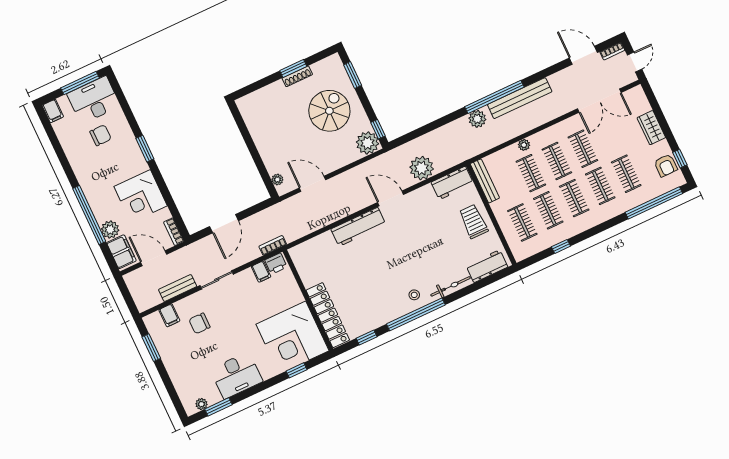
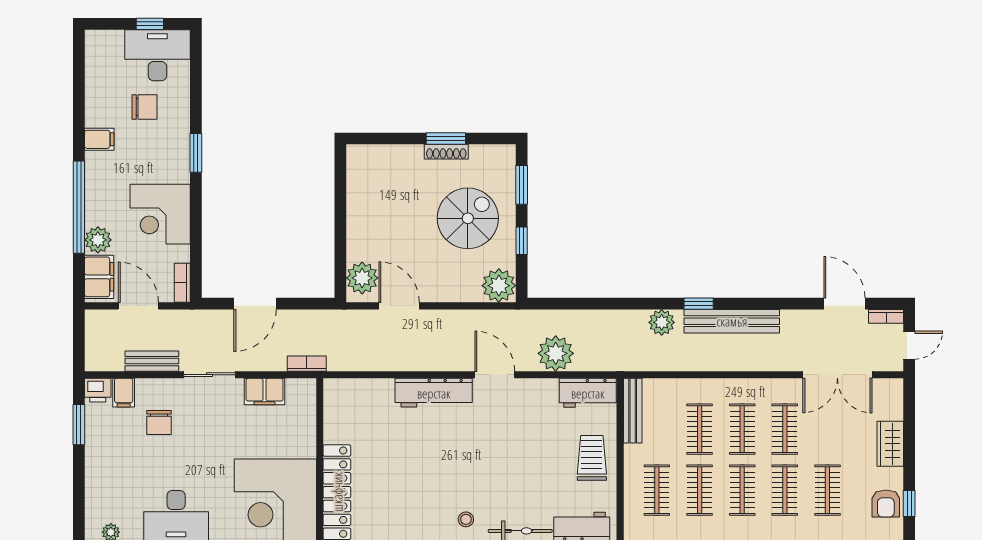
window: (80, 83) -> (150, 24), width x0.46
window: (494, 97) -> (699, 304), width x0.32
filing cabinet: (53, 111) -> (99, 139), moved, turned -90
window: (378, 129) -> (522, 241), moved
plant: (524, 145) -> (708, 387), removed
plant: (277, 179) -> (362, 278), width x1.87, depth x1.87
printer: (276, 264) -> (98, 390), moved
filing cabinet: (261, 272) -> (265, 392), width x2.00
chair: (199, 323) -> (159, 422), turned -90

